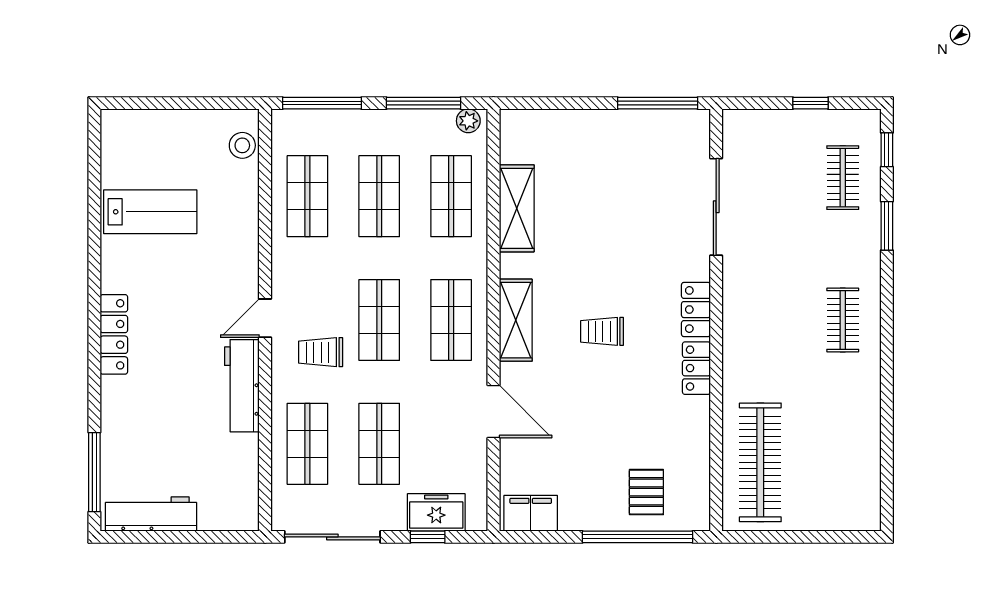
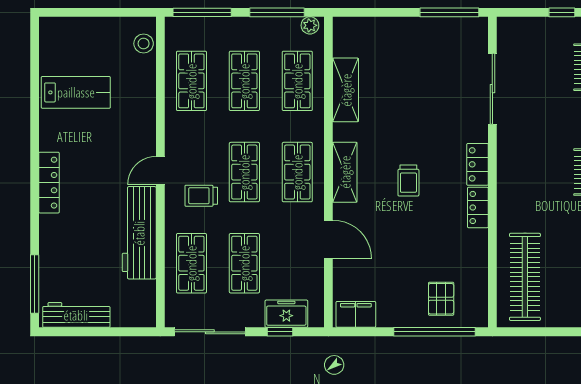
trolley: (602, 331) -> (408, 180), turned -90
workbench: (242, 386) -> (139, 233), width x1.36, depth x1.32

